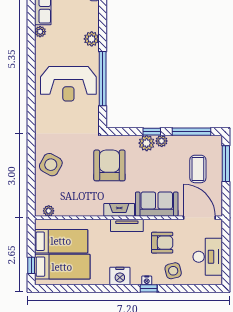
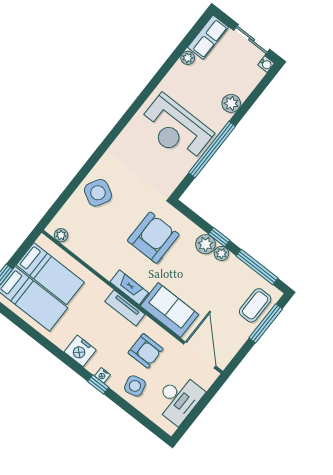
coffee table: (198, 169) -> (255, 305), moved

